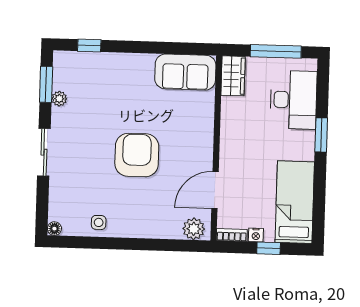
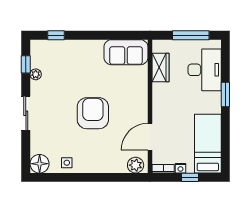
wardrobe: (233, 76) -> (160, 67), moved
window: (46, 84) -> (26, 64), width x0.67
floor lamp: (54, 229) -> (40, 164), width x1.89, depth x1.89

